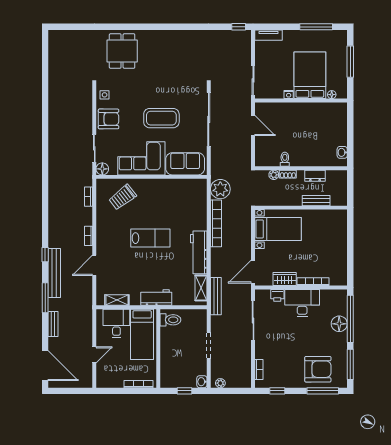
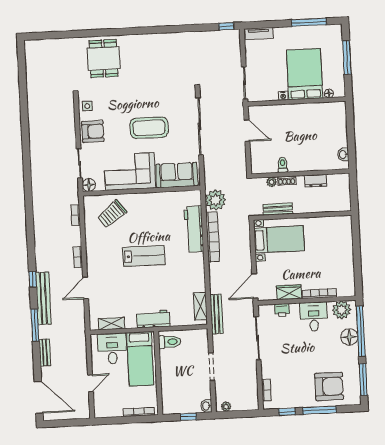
bench: (316, 201) -> (278, 209), moved
workbench: (199, 252) -> (194, 229), moved
plant: (333, 298) -> (342, 310), added
desk: (302, 303) -> (314, 317), width x0.73
window: (323, 391) -> (319, 410), moved

